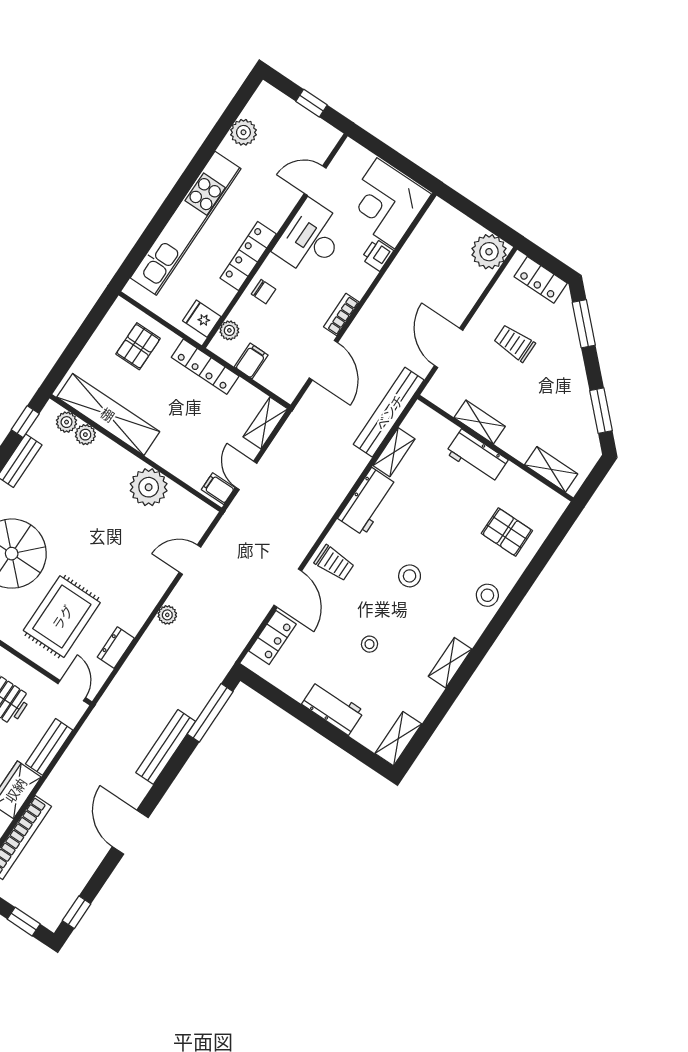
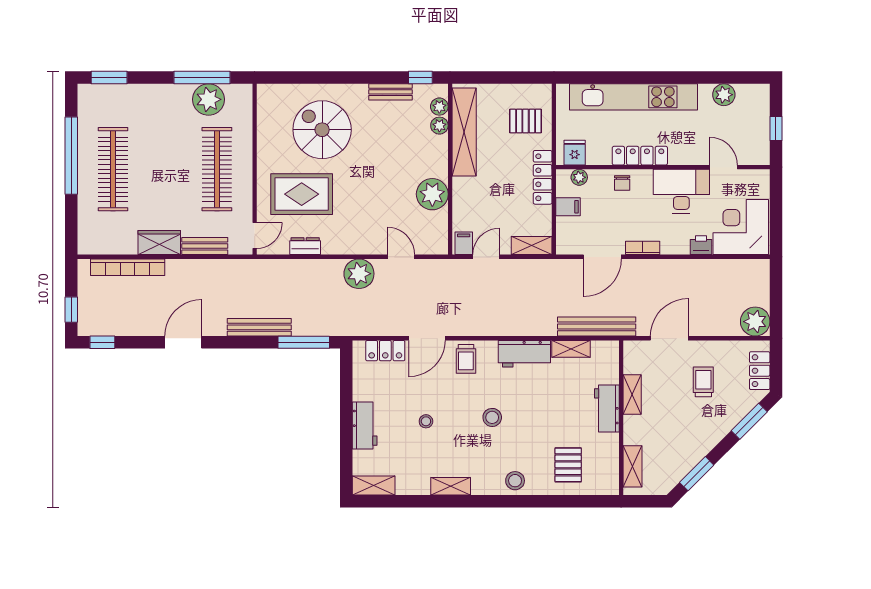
plant: (167, 615) -> (359, 274), width x1.87, depth x1.87

